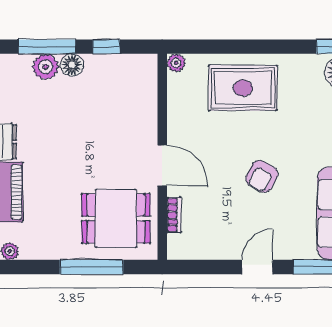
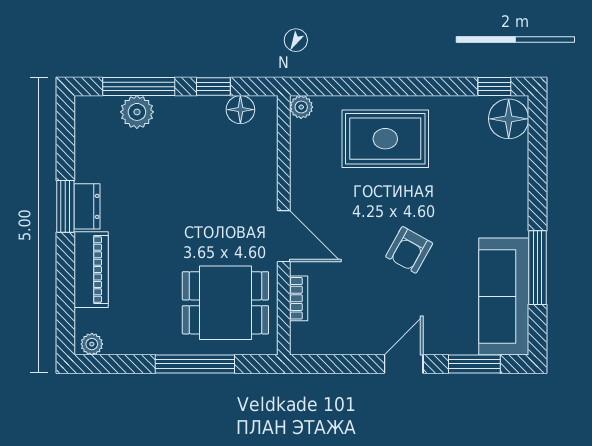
floor lamp: (72, 65) -> (240, 110), moved

